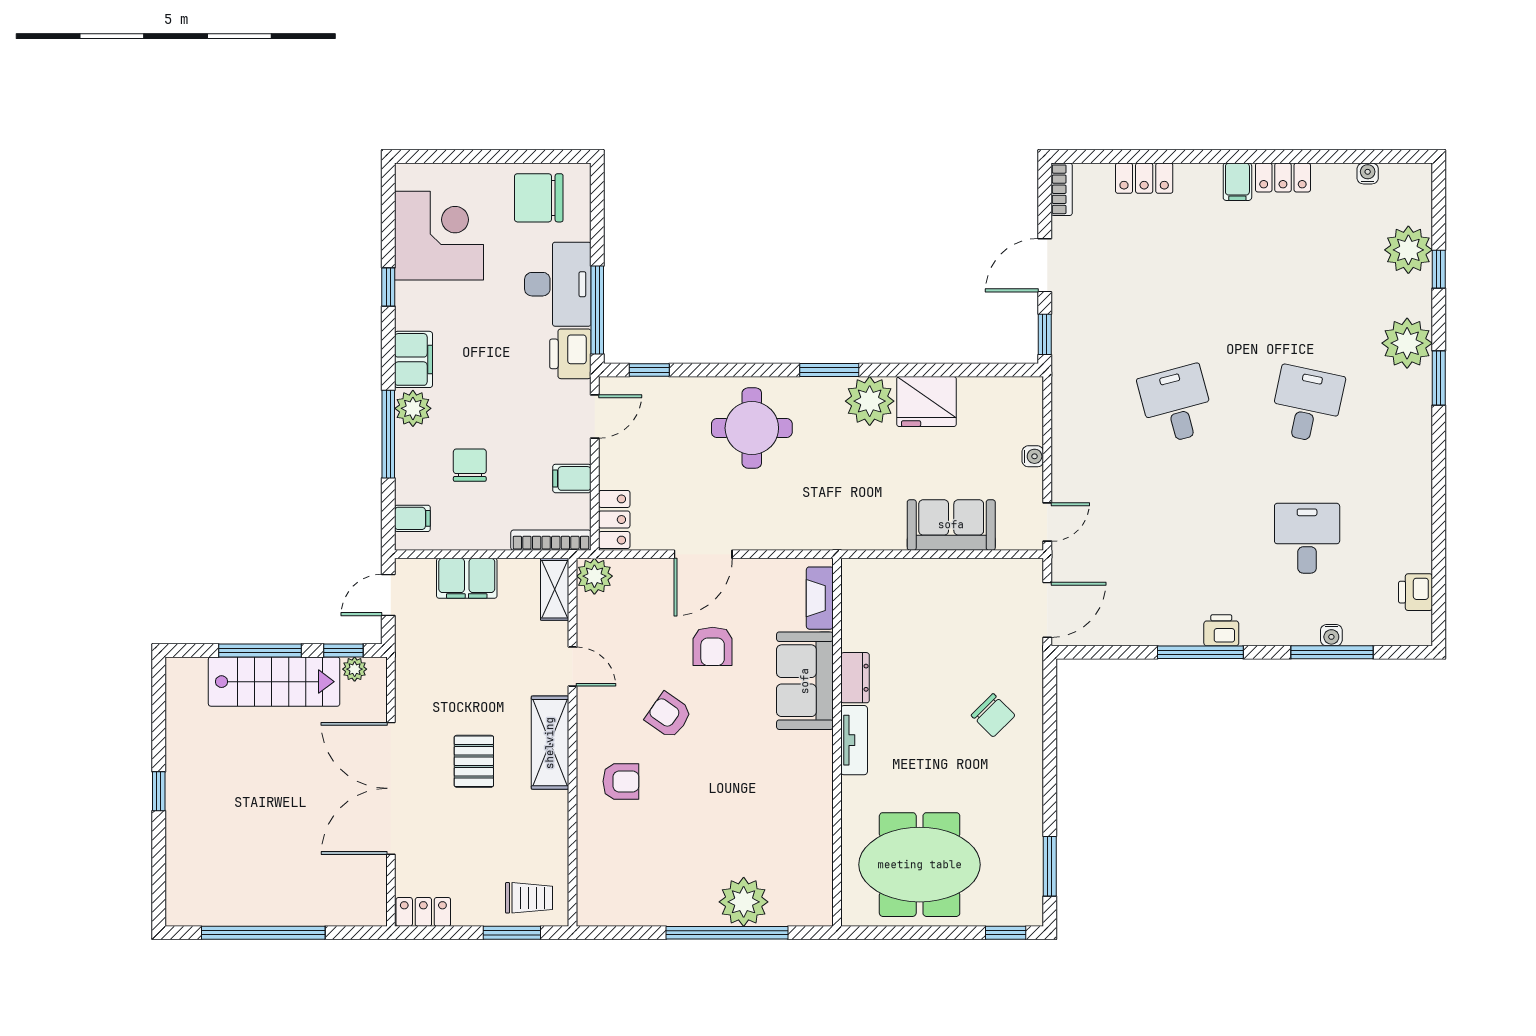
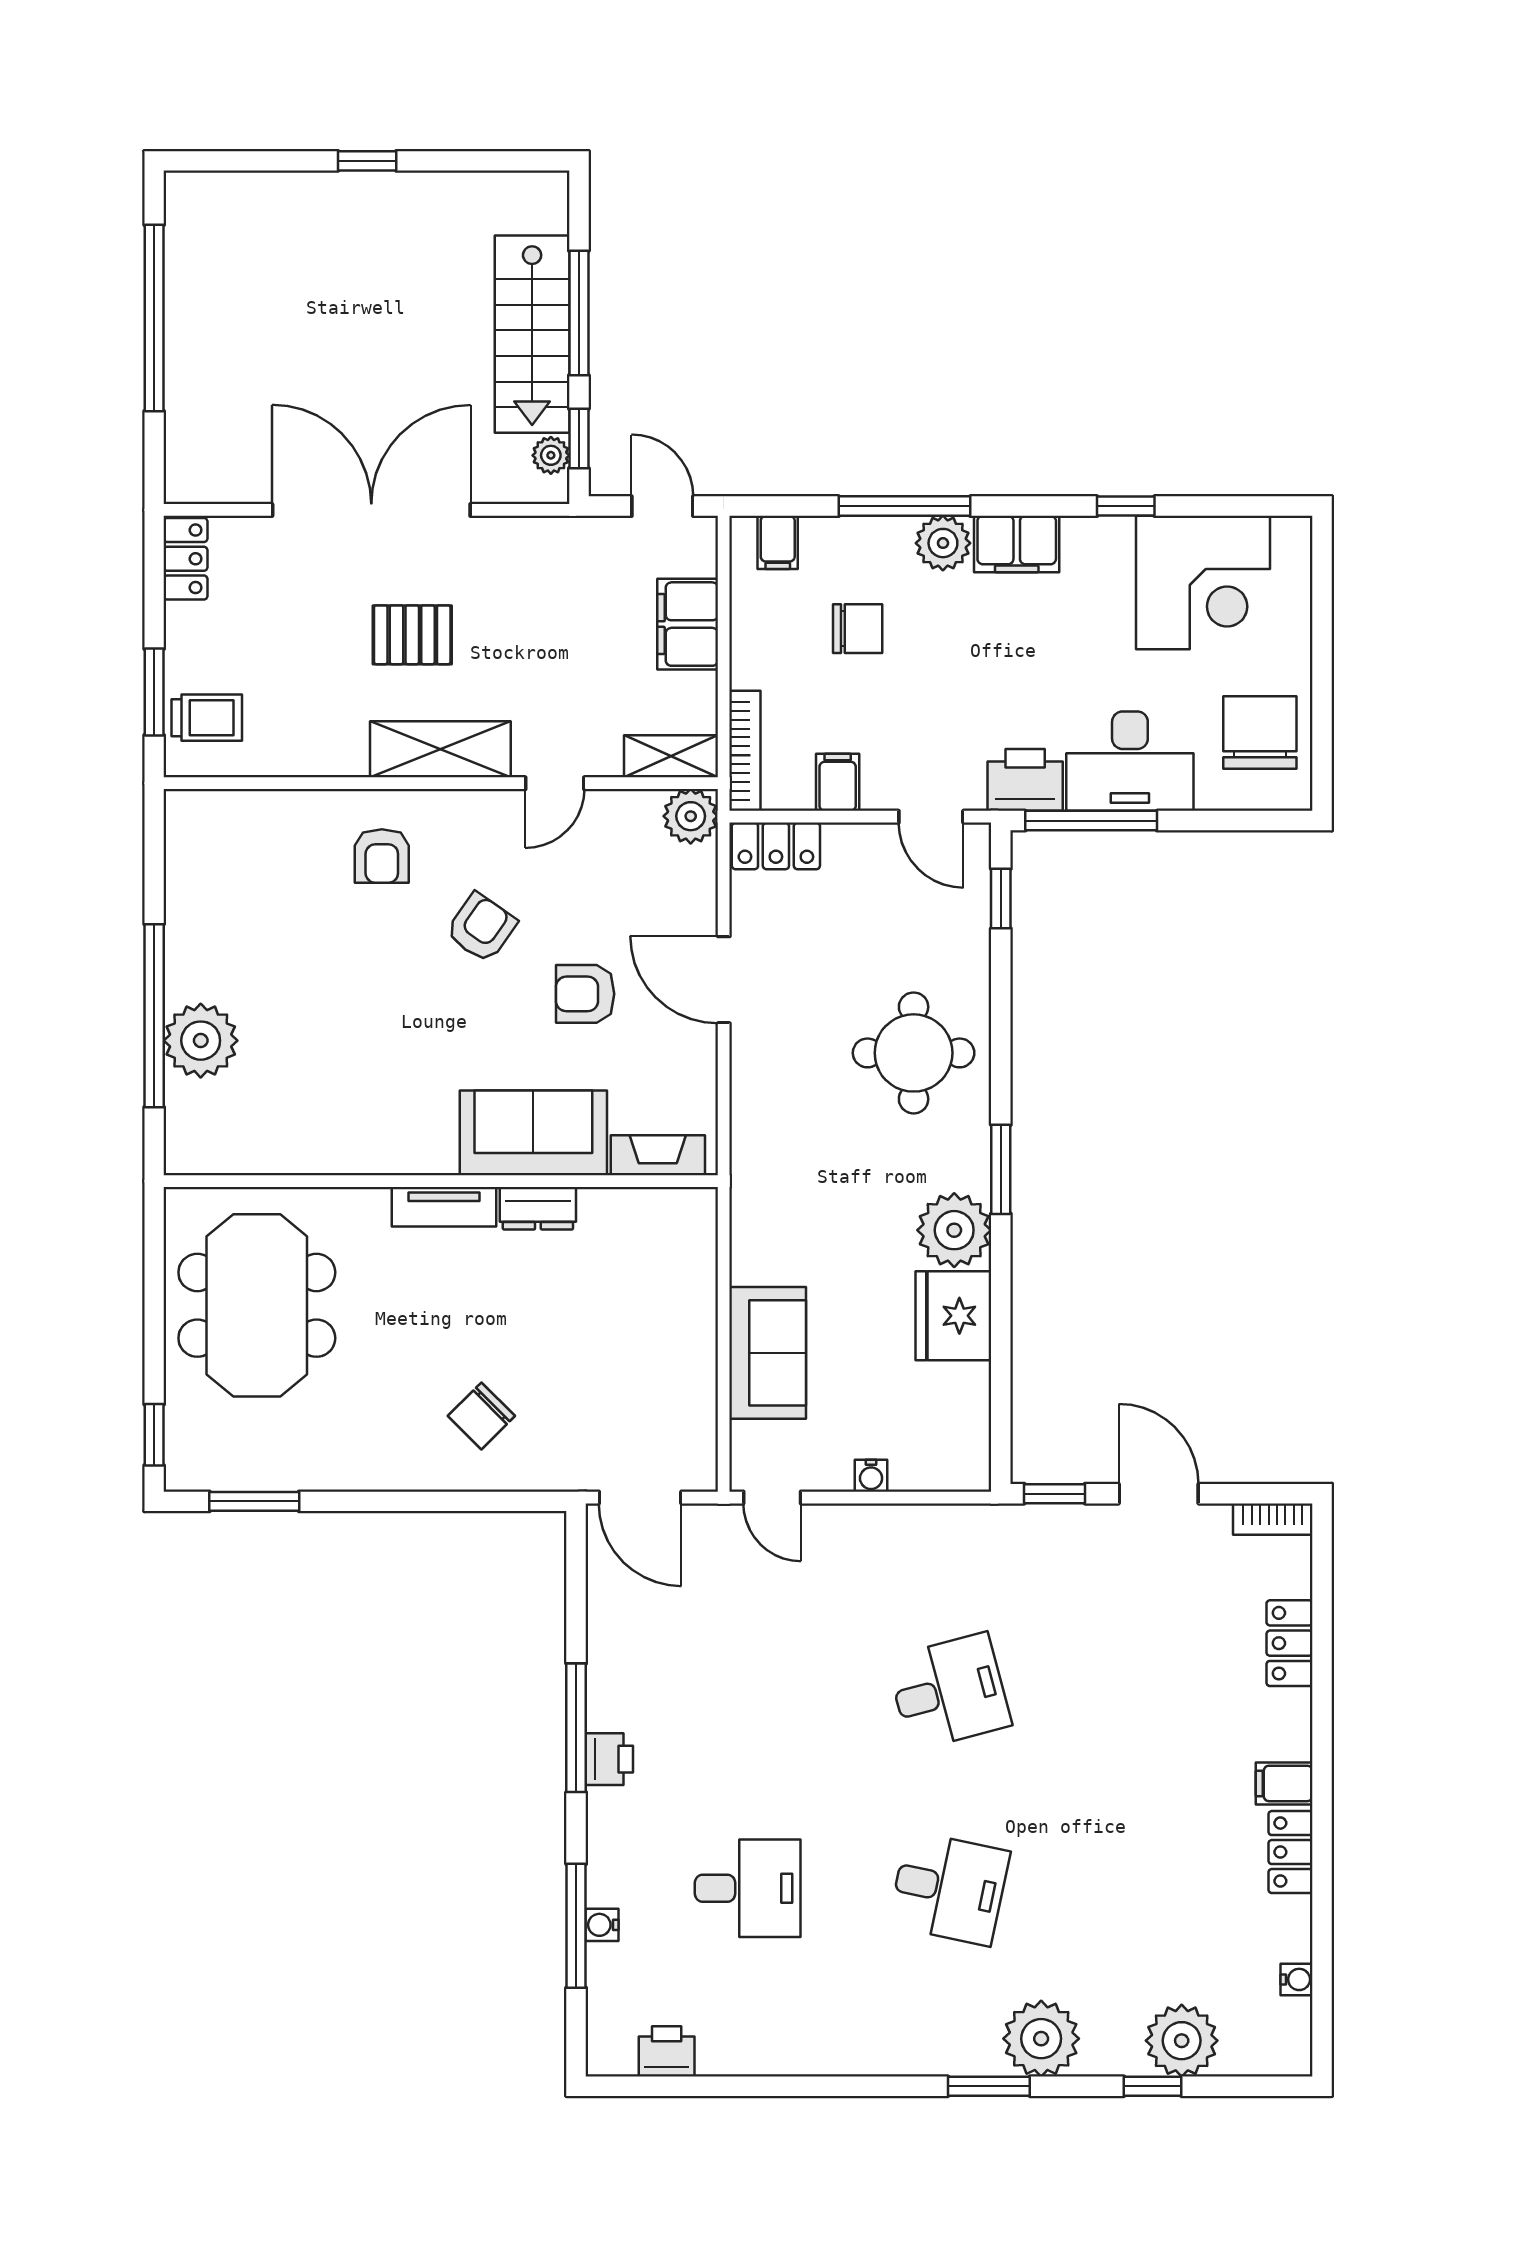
trolley: (529, 898) -> (207, 718), turned -90

